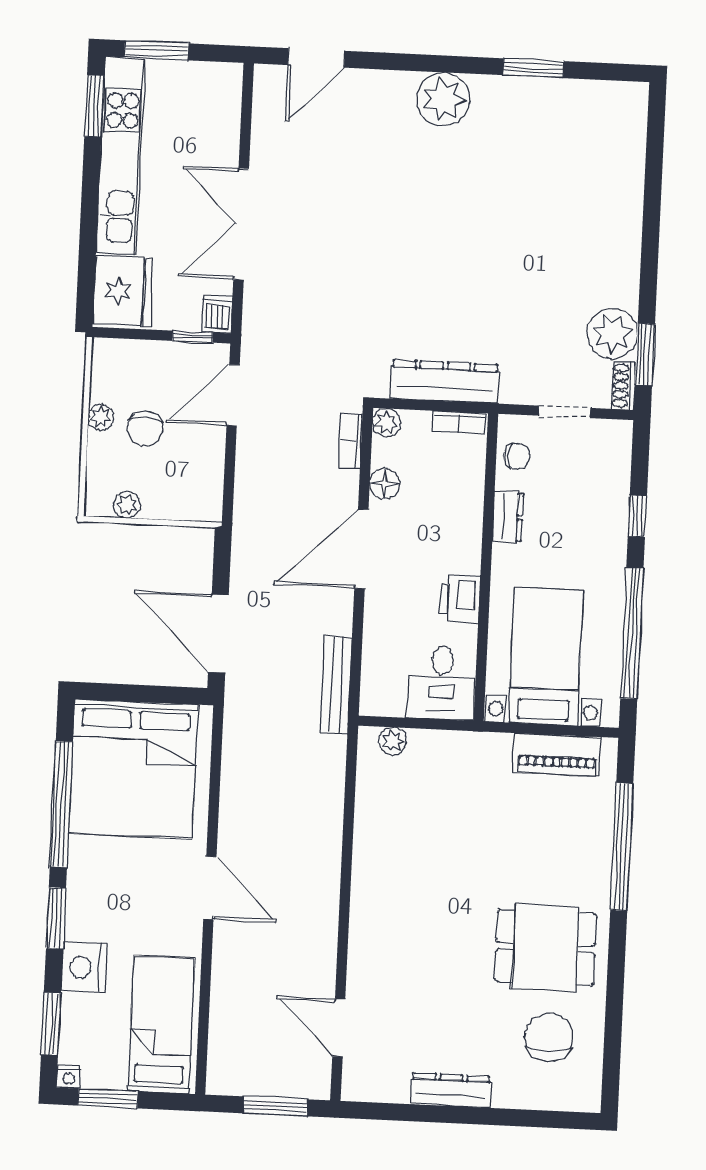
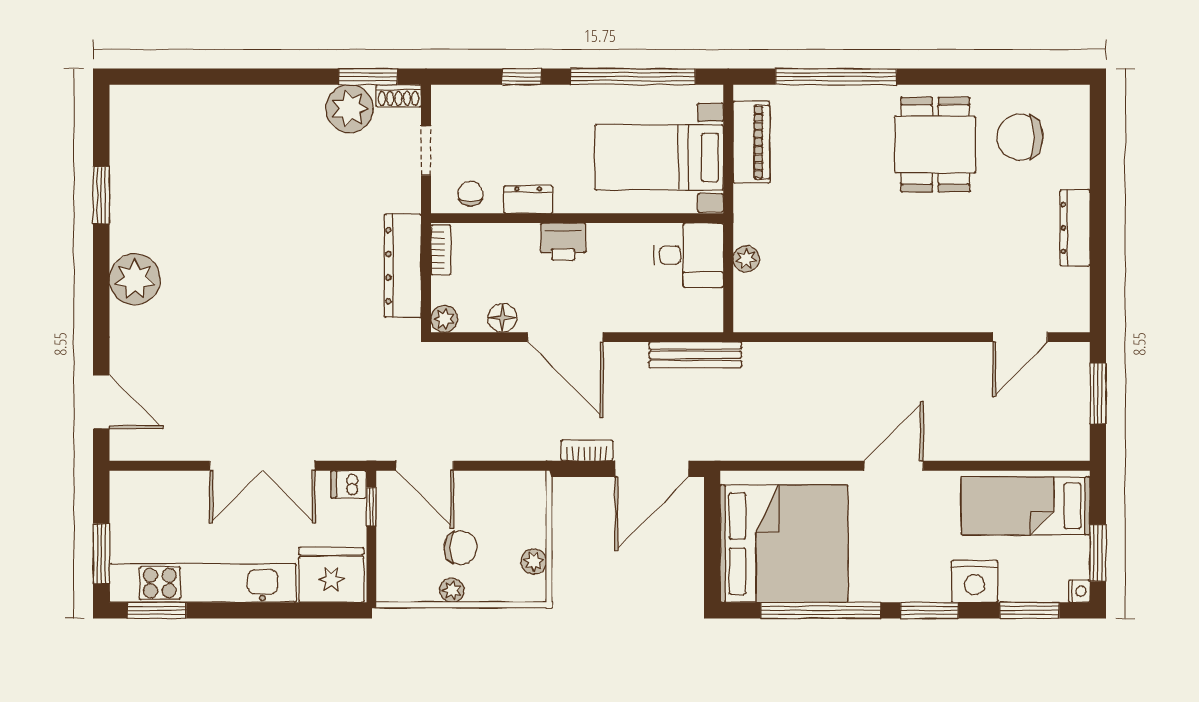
bookcase: (350, 441) -> (587, 451), moved, turned 180
printer: (460, 599) -> (563, 242), moved
plant: (392, 741) -> (746, 259), moved

